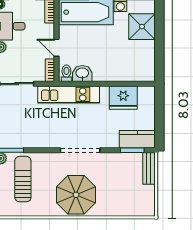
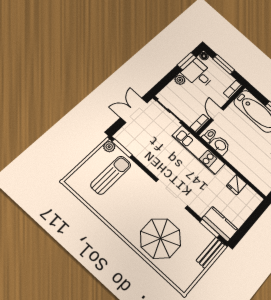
fridge: (123, 98) -> (236, 185), width x0.53, depth x0.75
parasol: (76, 195) -> (161, 238), moved

